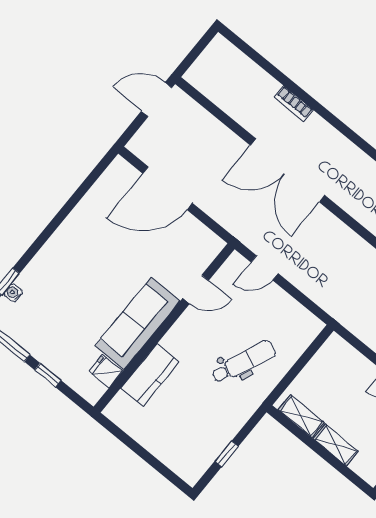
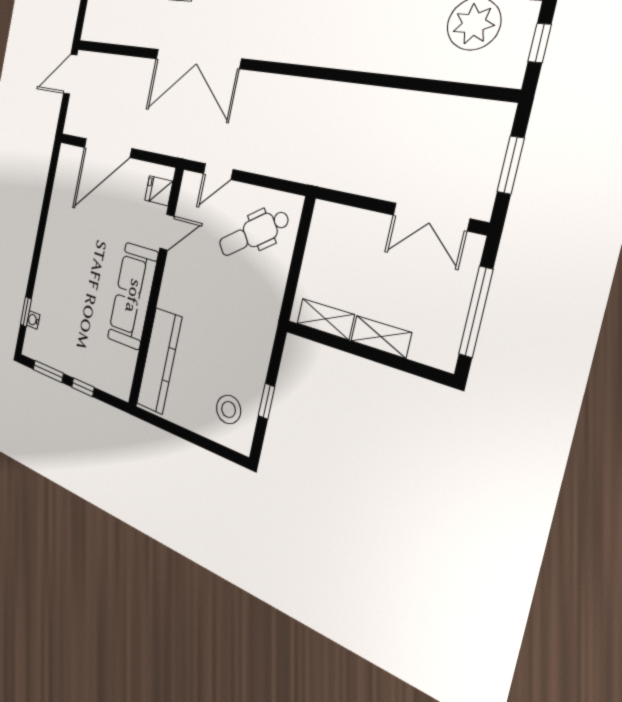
dental chair: (244, 362) -> (254, 233), moved, turned -148
fridge: (106, 371) -> (159, 191), moved
kitchen counter: (150, 375) -> (159, 361), width x1.50
stool: (190, 448) -> (229, 409), added

